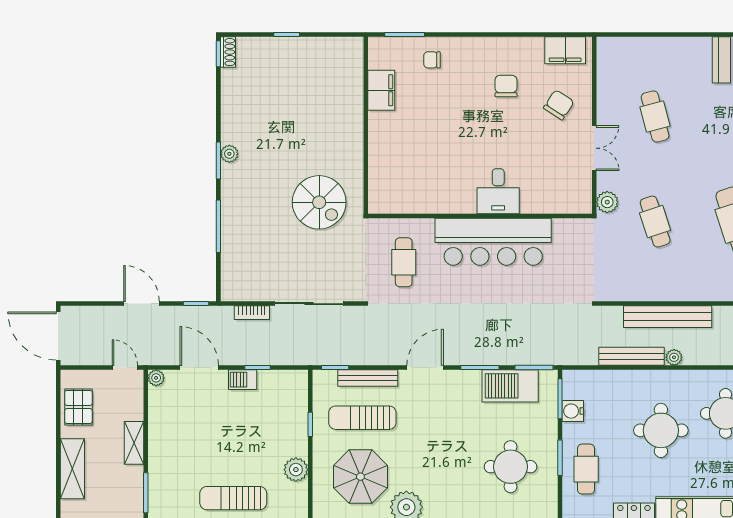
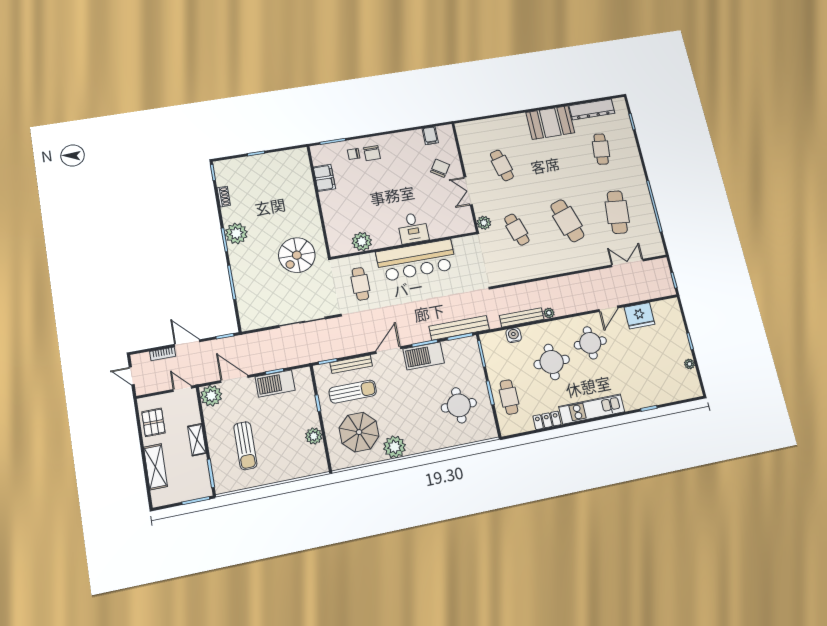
filing cabinet: (565, 50) -> (430, 136), width x0.50
shoe rack: (228, 52) -> (224, 197), moved
chair: (506, 86) -> (372, 153), moved, turned 180
double door: (594, 148) -> (468, 191), swing flipped
plant: (229, 154) -> (236, 233), width x1.88, depth x1.88
plant: (418, 199) -> (362, 242), added
spiral stairs: (319, 202) -> (297, 255), turned 90
bookcase: (252, 313) -> (163, 354), moved
bench: (668, 317) -> (459, 328), moved
door: (58, 336) -> (132, 376), width x0.53
plant: (156, 378) -> (211, 396), width x1.88, depth x1.88
barbecue: (243, 380) -> (275, 383), width x1.88, depth x1.53
barbecue: (510, 386) -> (424, 356), moved
water cooler: (573, 411) -> (514, 335), moved, turned 90
sun lounger: (362, 418) -> (353, 392), turned 180
sun lounger: (233, 498) -> (245, 446), moved, turned -90

